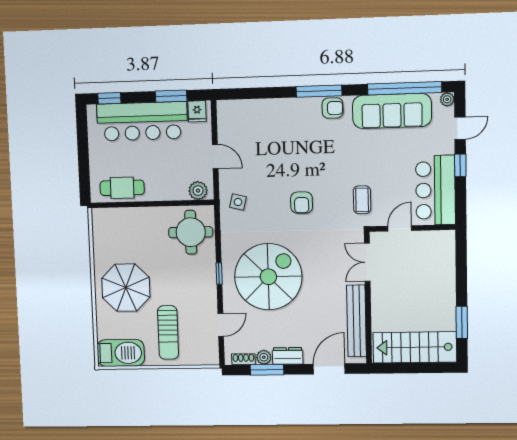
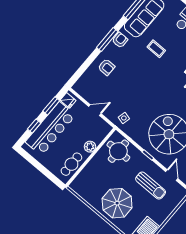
window: (109, 98) -> (34, 126), moved
plant: (198, 191) -> (90, 147), moved
coffee table: (362, 200) -> (156, 49), moved
armchair: (302, 203) -> (106, 67), moved
sun lounger: (168, 332) -> (151, 186), moved

